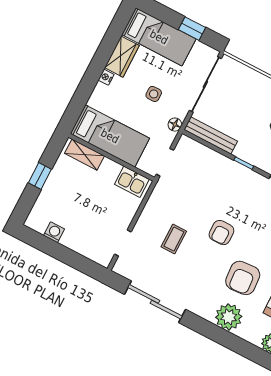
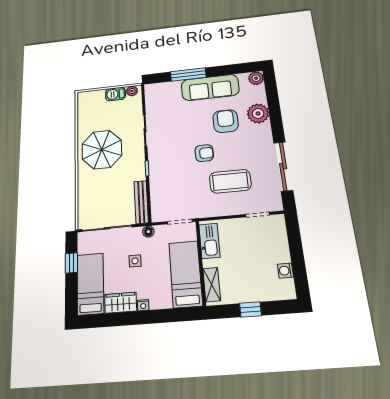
kitchen sink: (132, 182) -> (209, 241), width x1.38
coffee table: (174, 239) -> (230, 181), width x1.86, depth x1.72
armchair: (243, 278) -> (226, 121), turned -86

